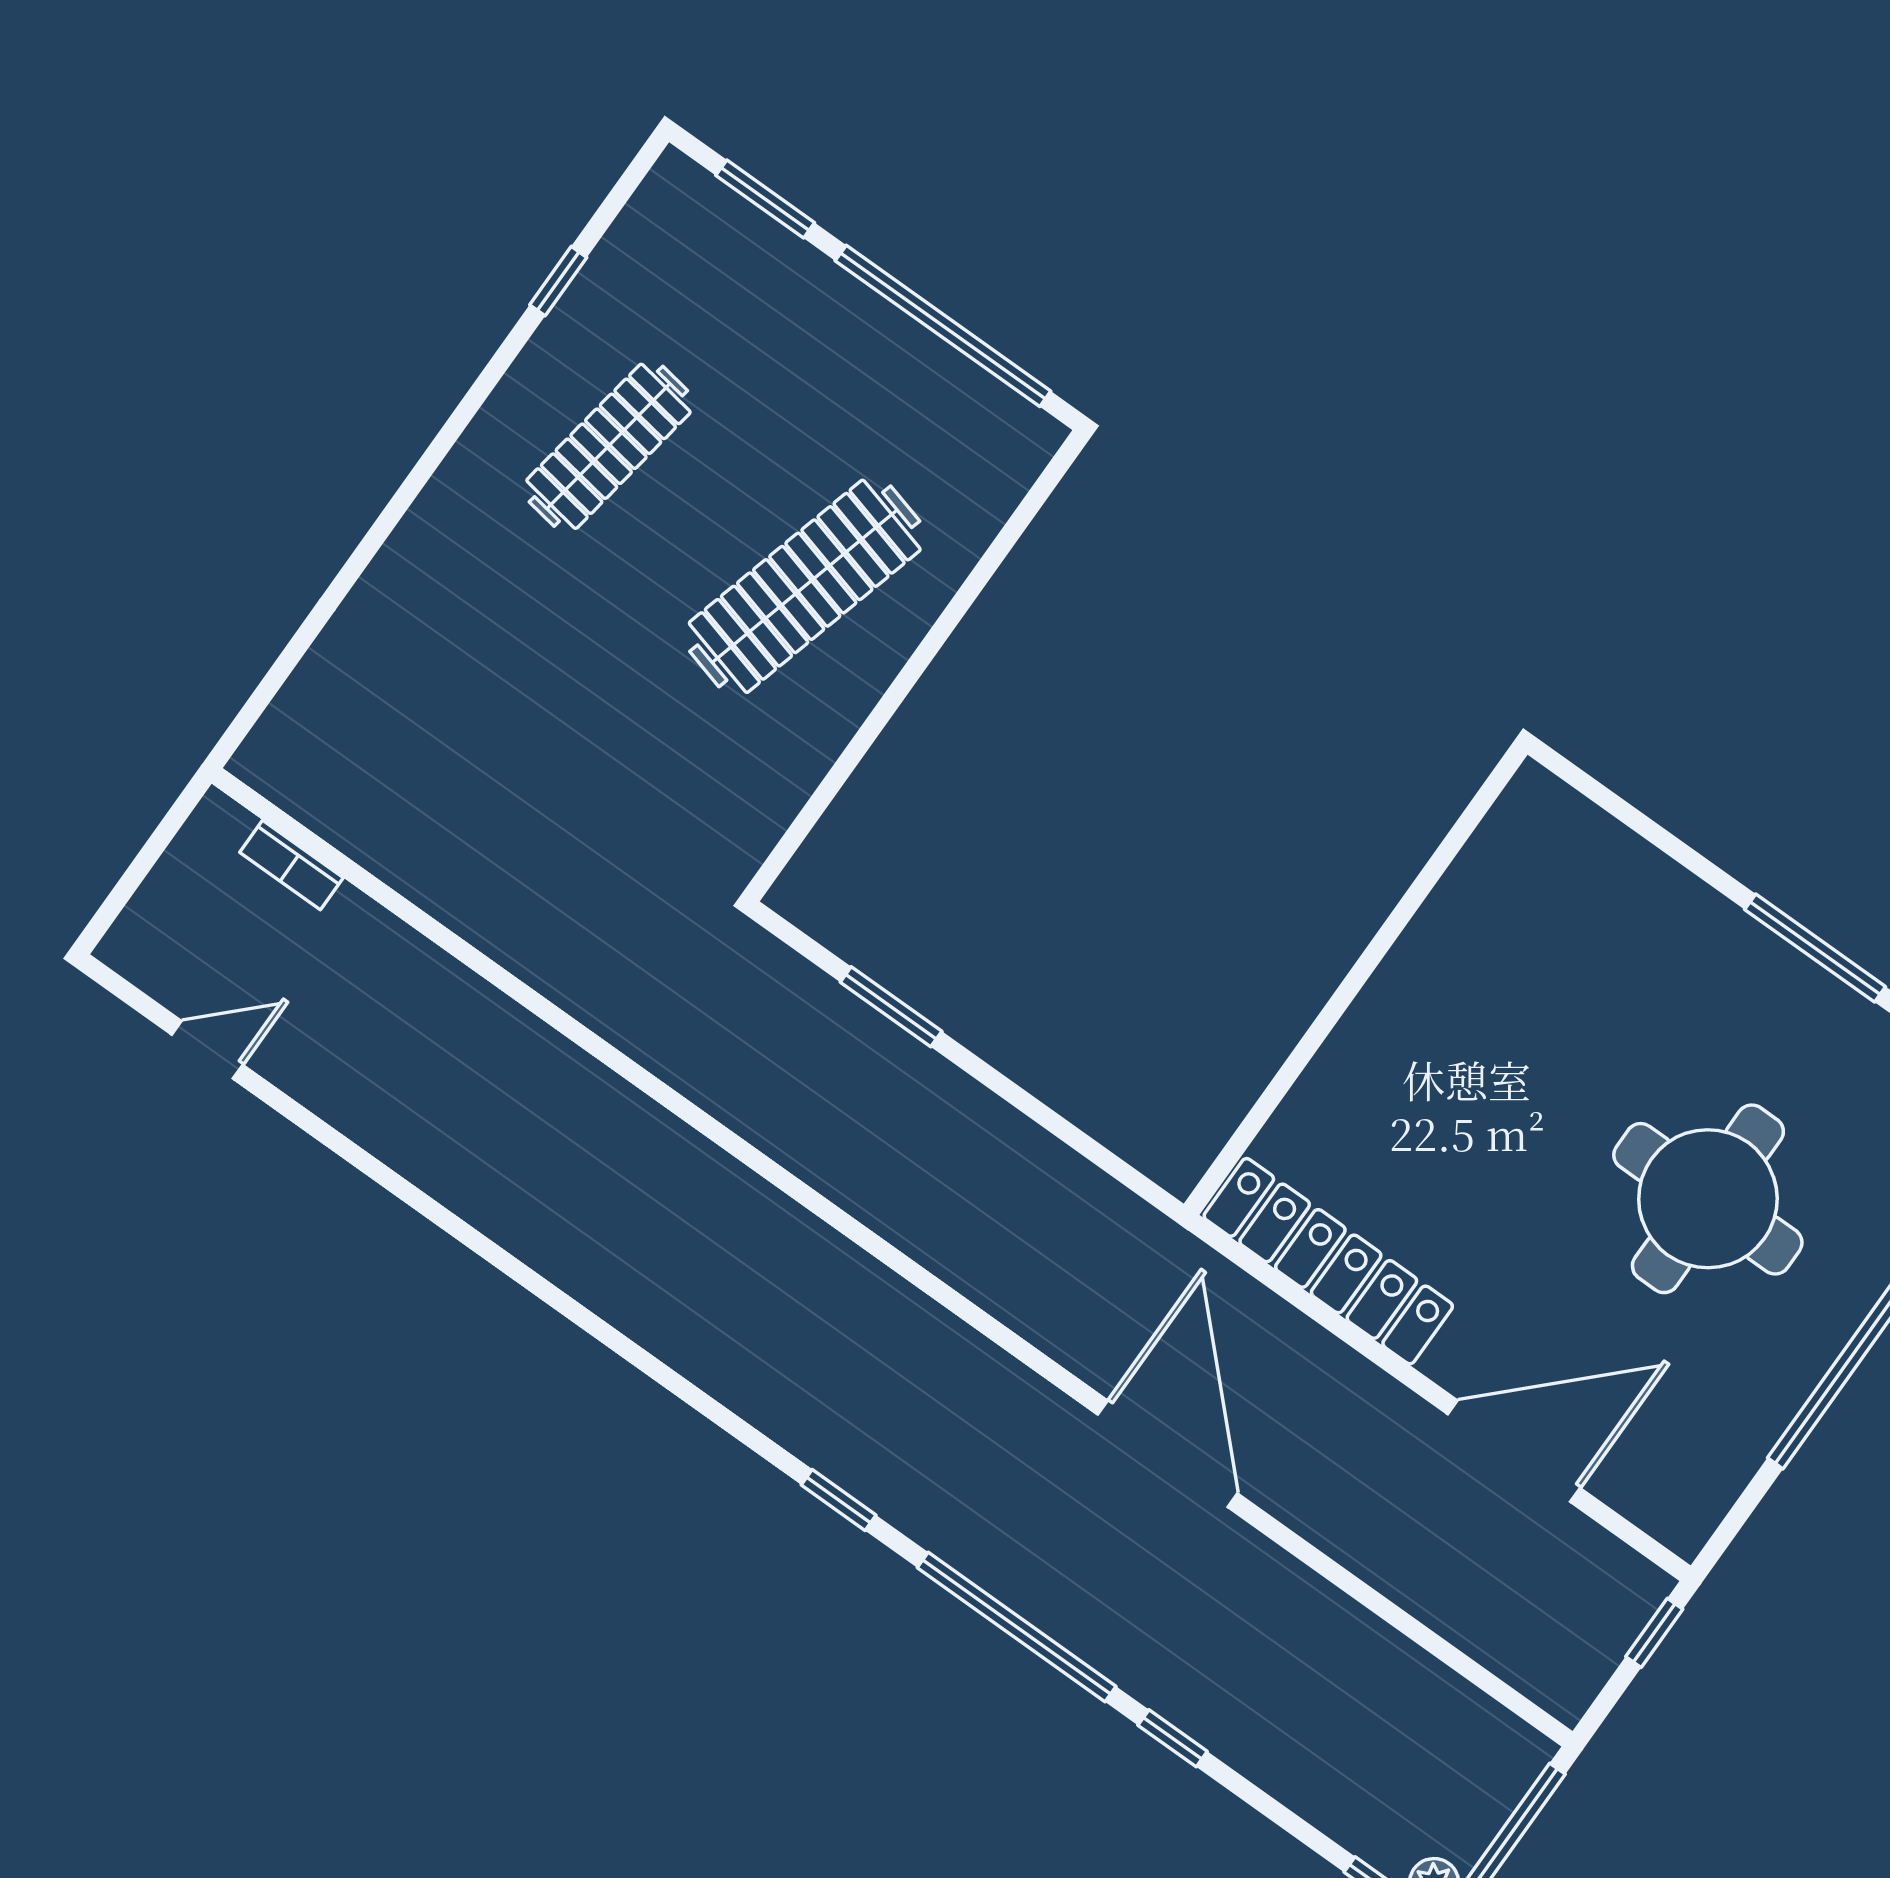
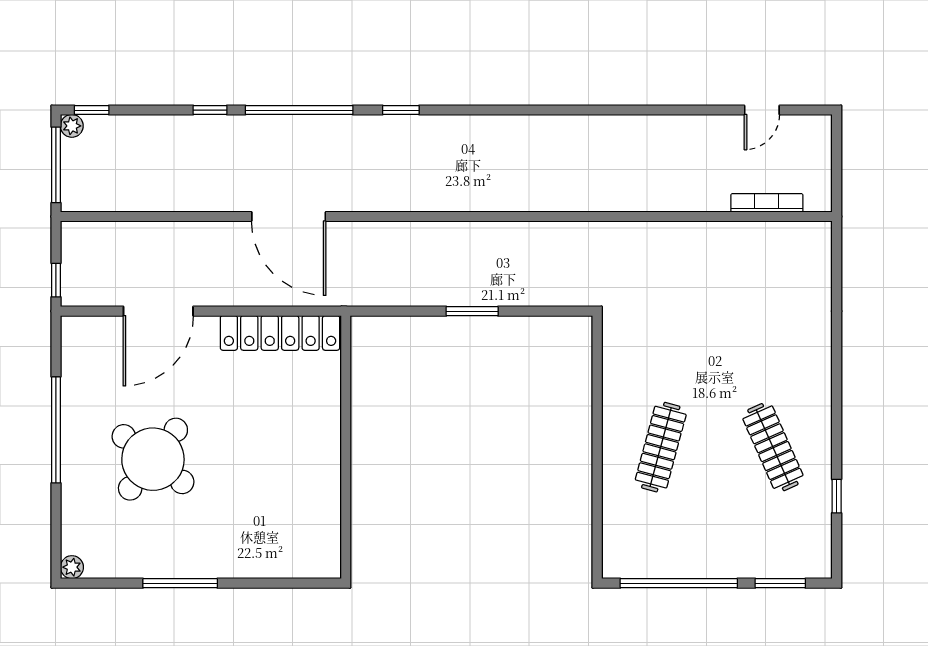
clothes rail: (608, 446) -> (773, 447), turned -33
clothes rail: (805, 586) -> (661, 447), width x0.73, depth x0.76
bookcase: (292, 865) -> (767, 203), width x1.56
window: (891, 1007) -> (472, 311), moved
round table: (1708, 1199) -> (153, 459), turned 38

